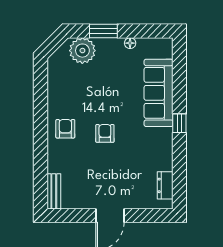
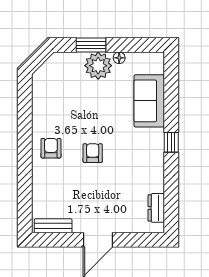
plant: (82, 51) -> (98, 66), moved
sofa: (159, 93) -> (149, 101), width x0.73
bench: (54, 191) -> (53, 226), moved, turned 90

